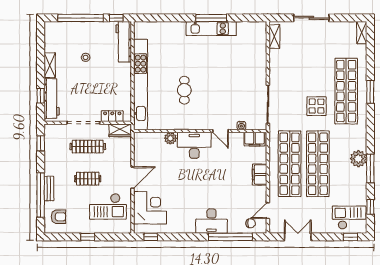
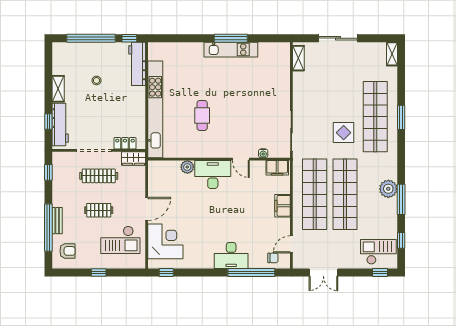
double door: (298, 237) -> (323, 273), swing flipped

